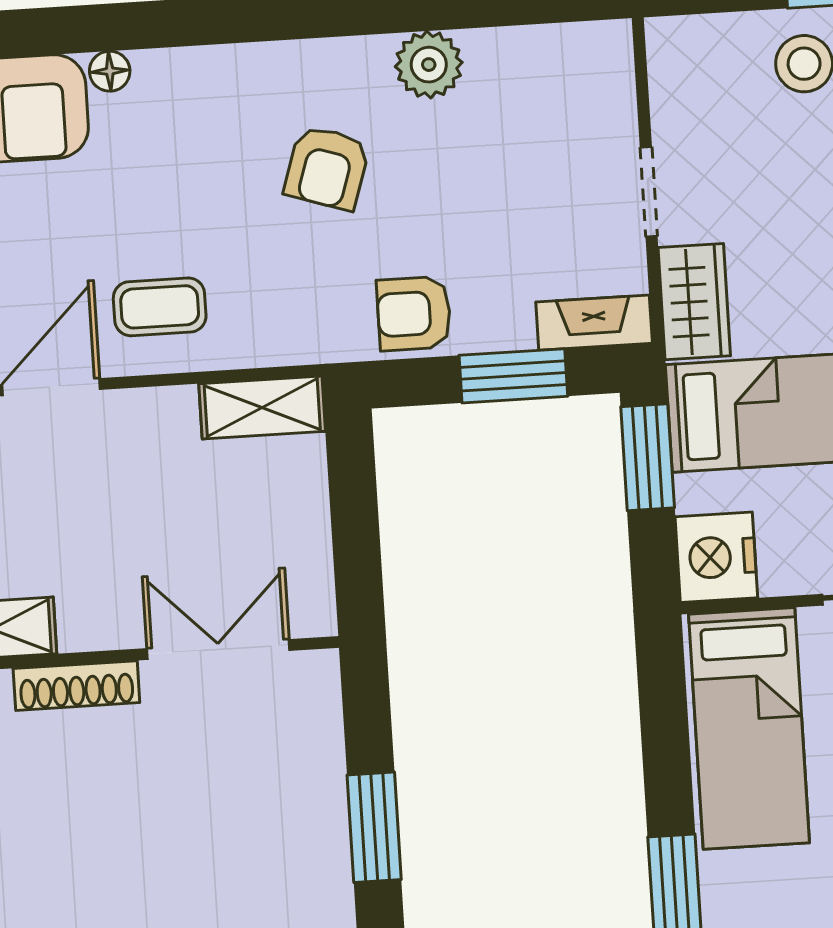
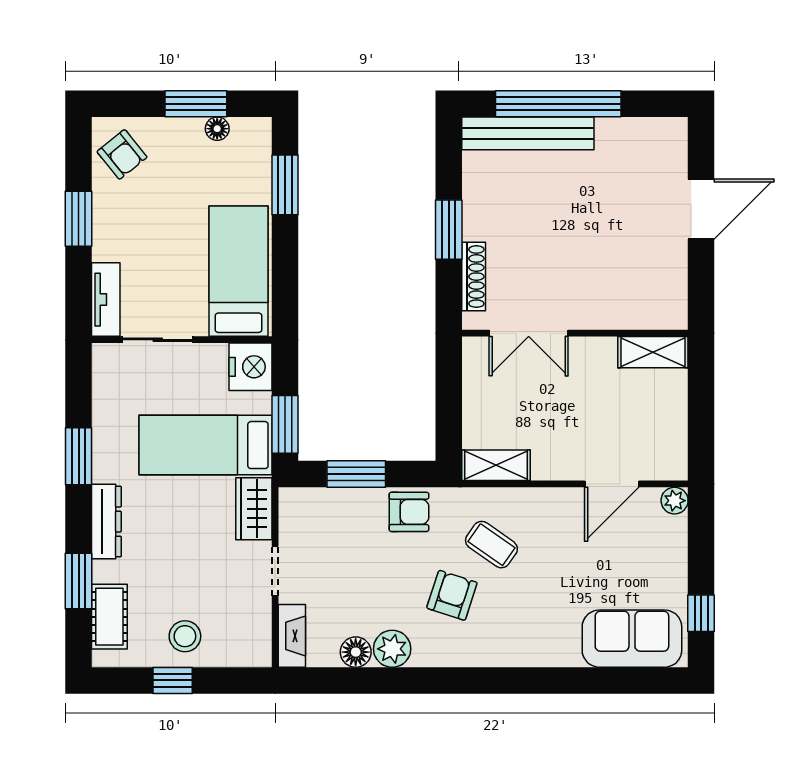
floor lamp: (110, 71) -> (356, 652), moved, width x1.37, depth x1.37
coffee table: (160, 307) -> (491, 545), moved, turned 35
fireplace: (594, 323) -> (292, 636), moved, turned -90
shoe rack: (76, 686) -> (474, 277), moved, turned 90

